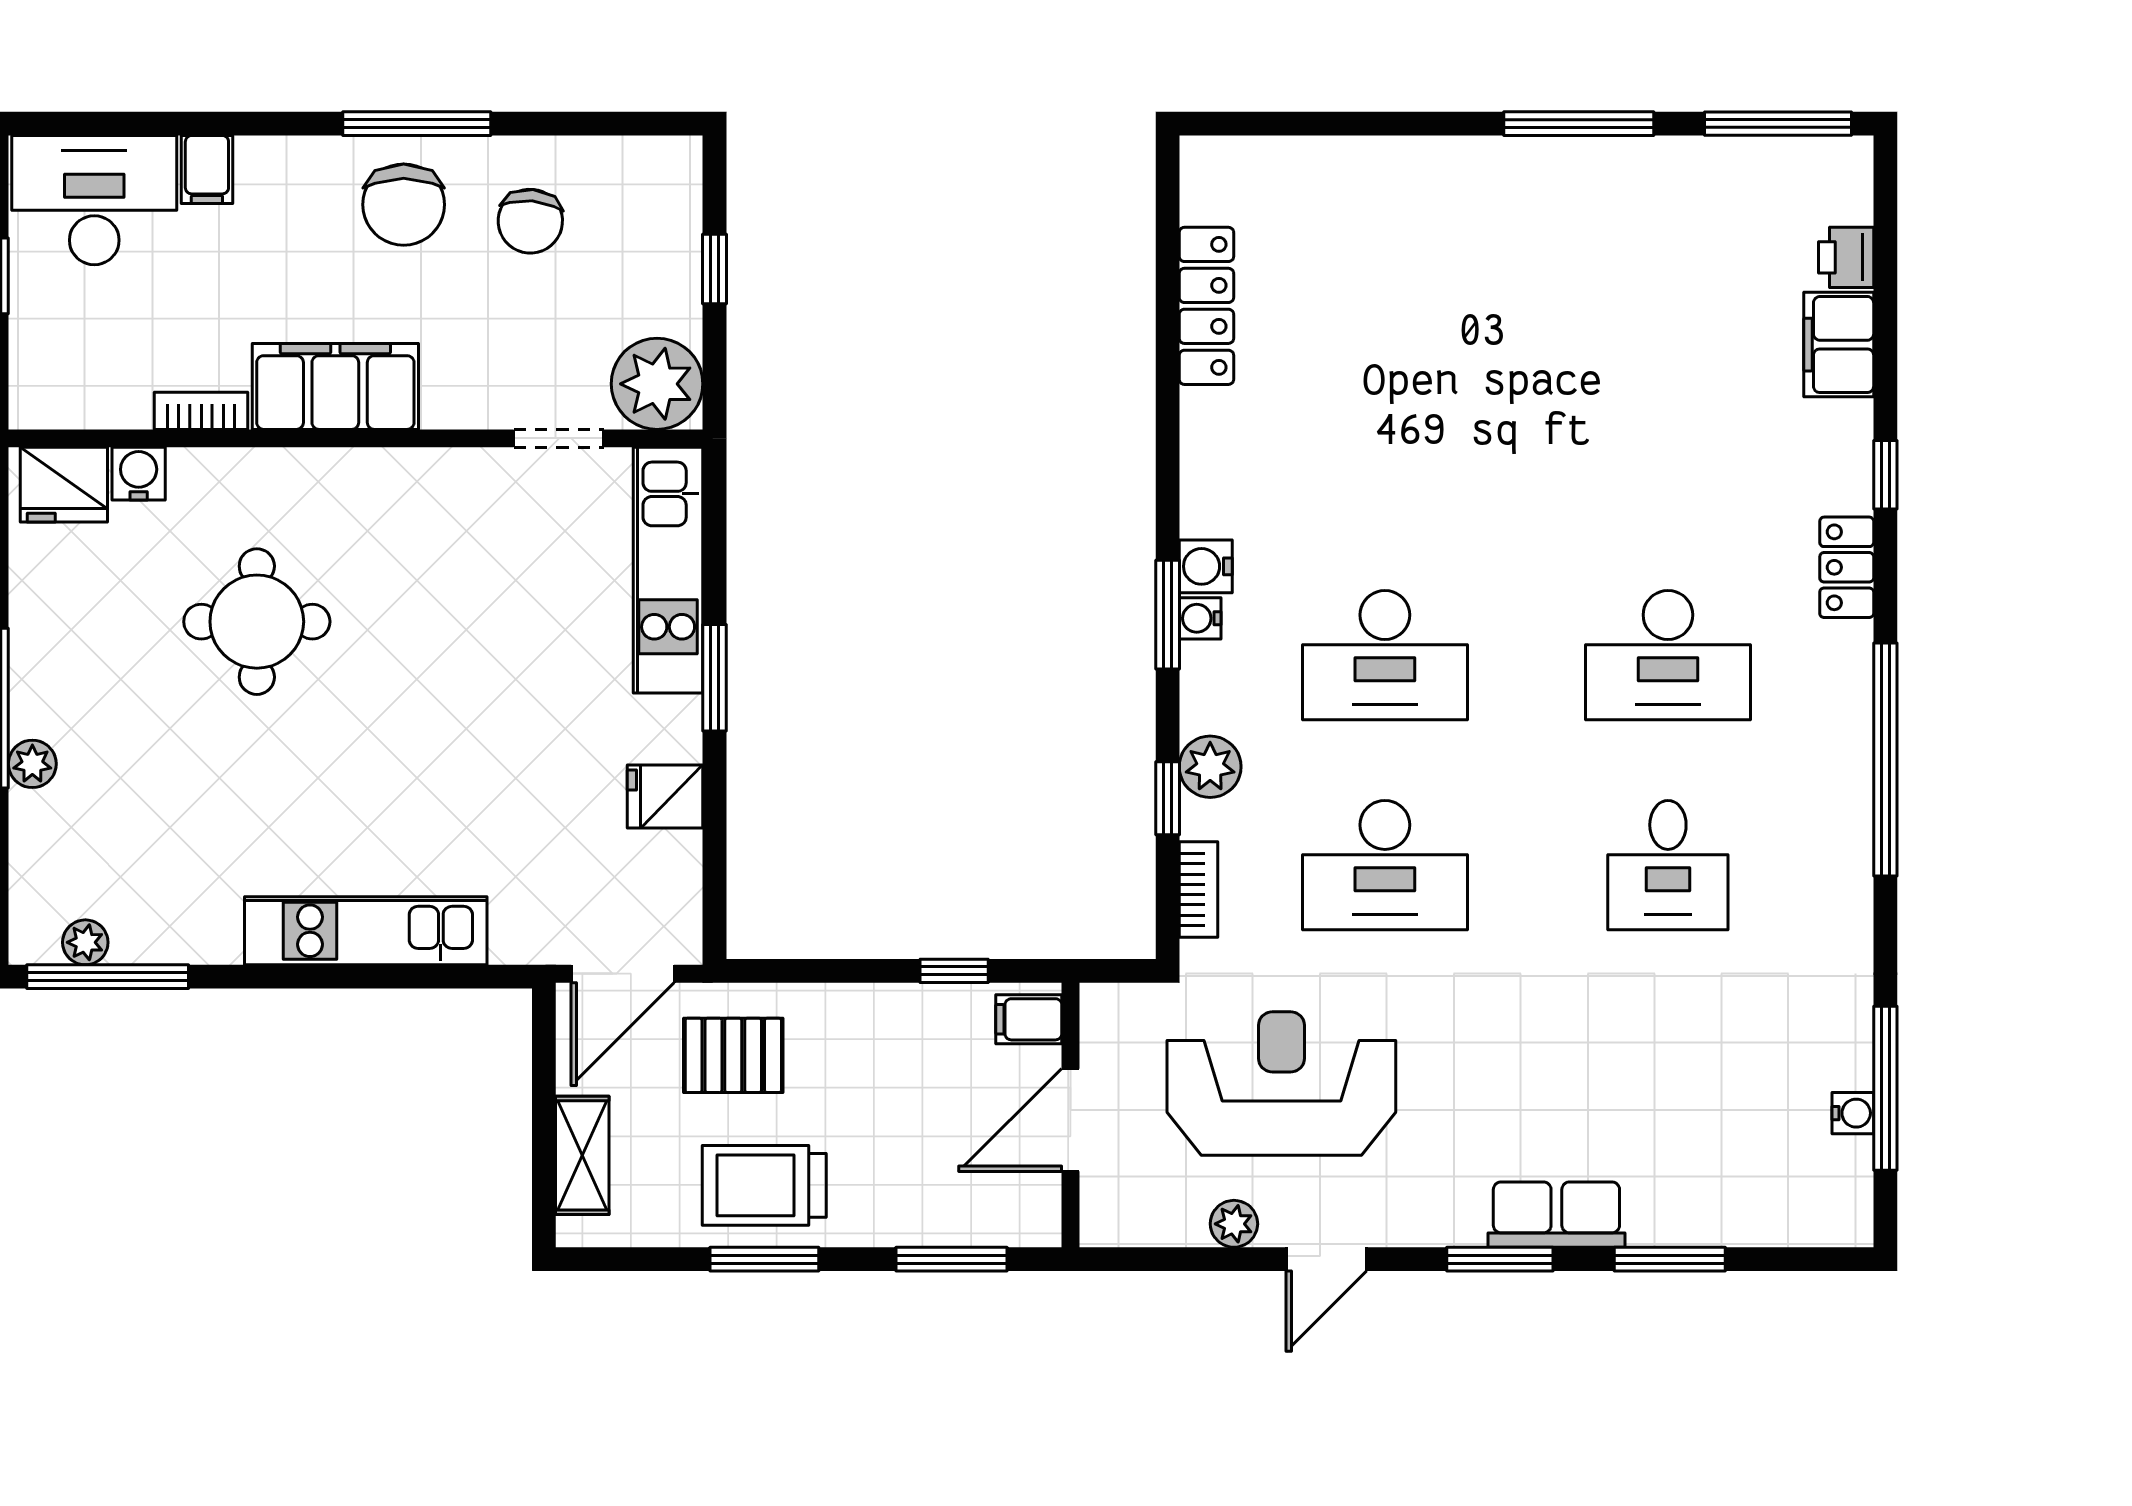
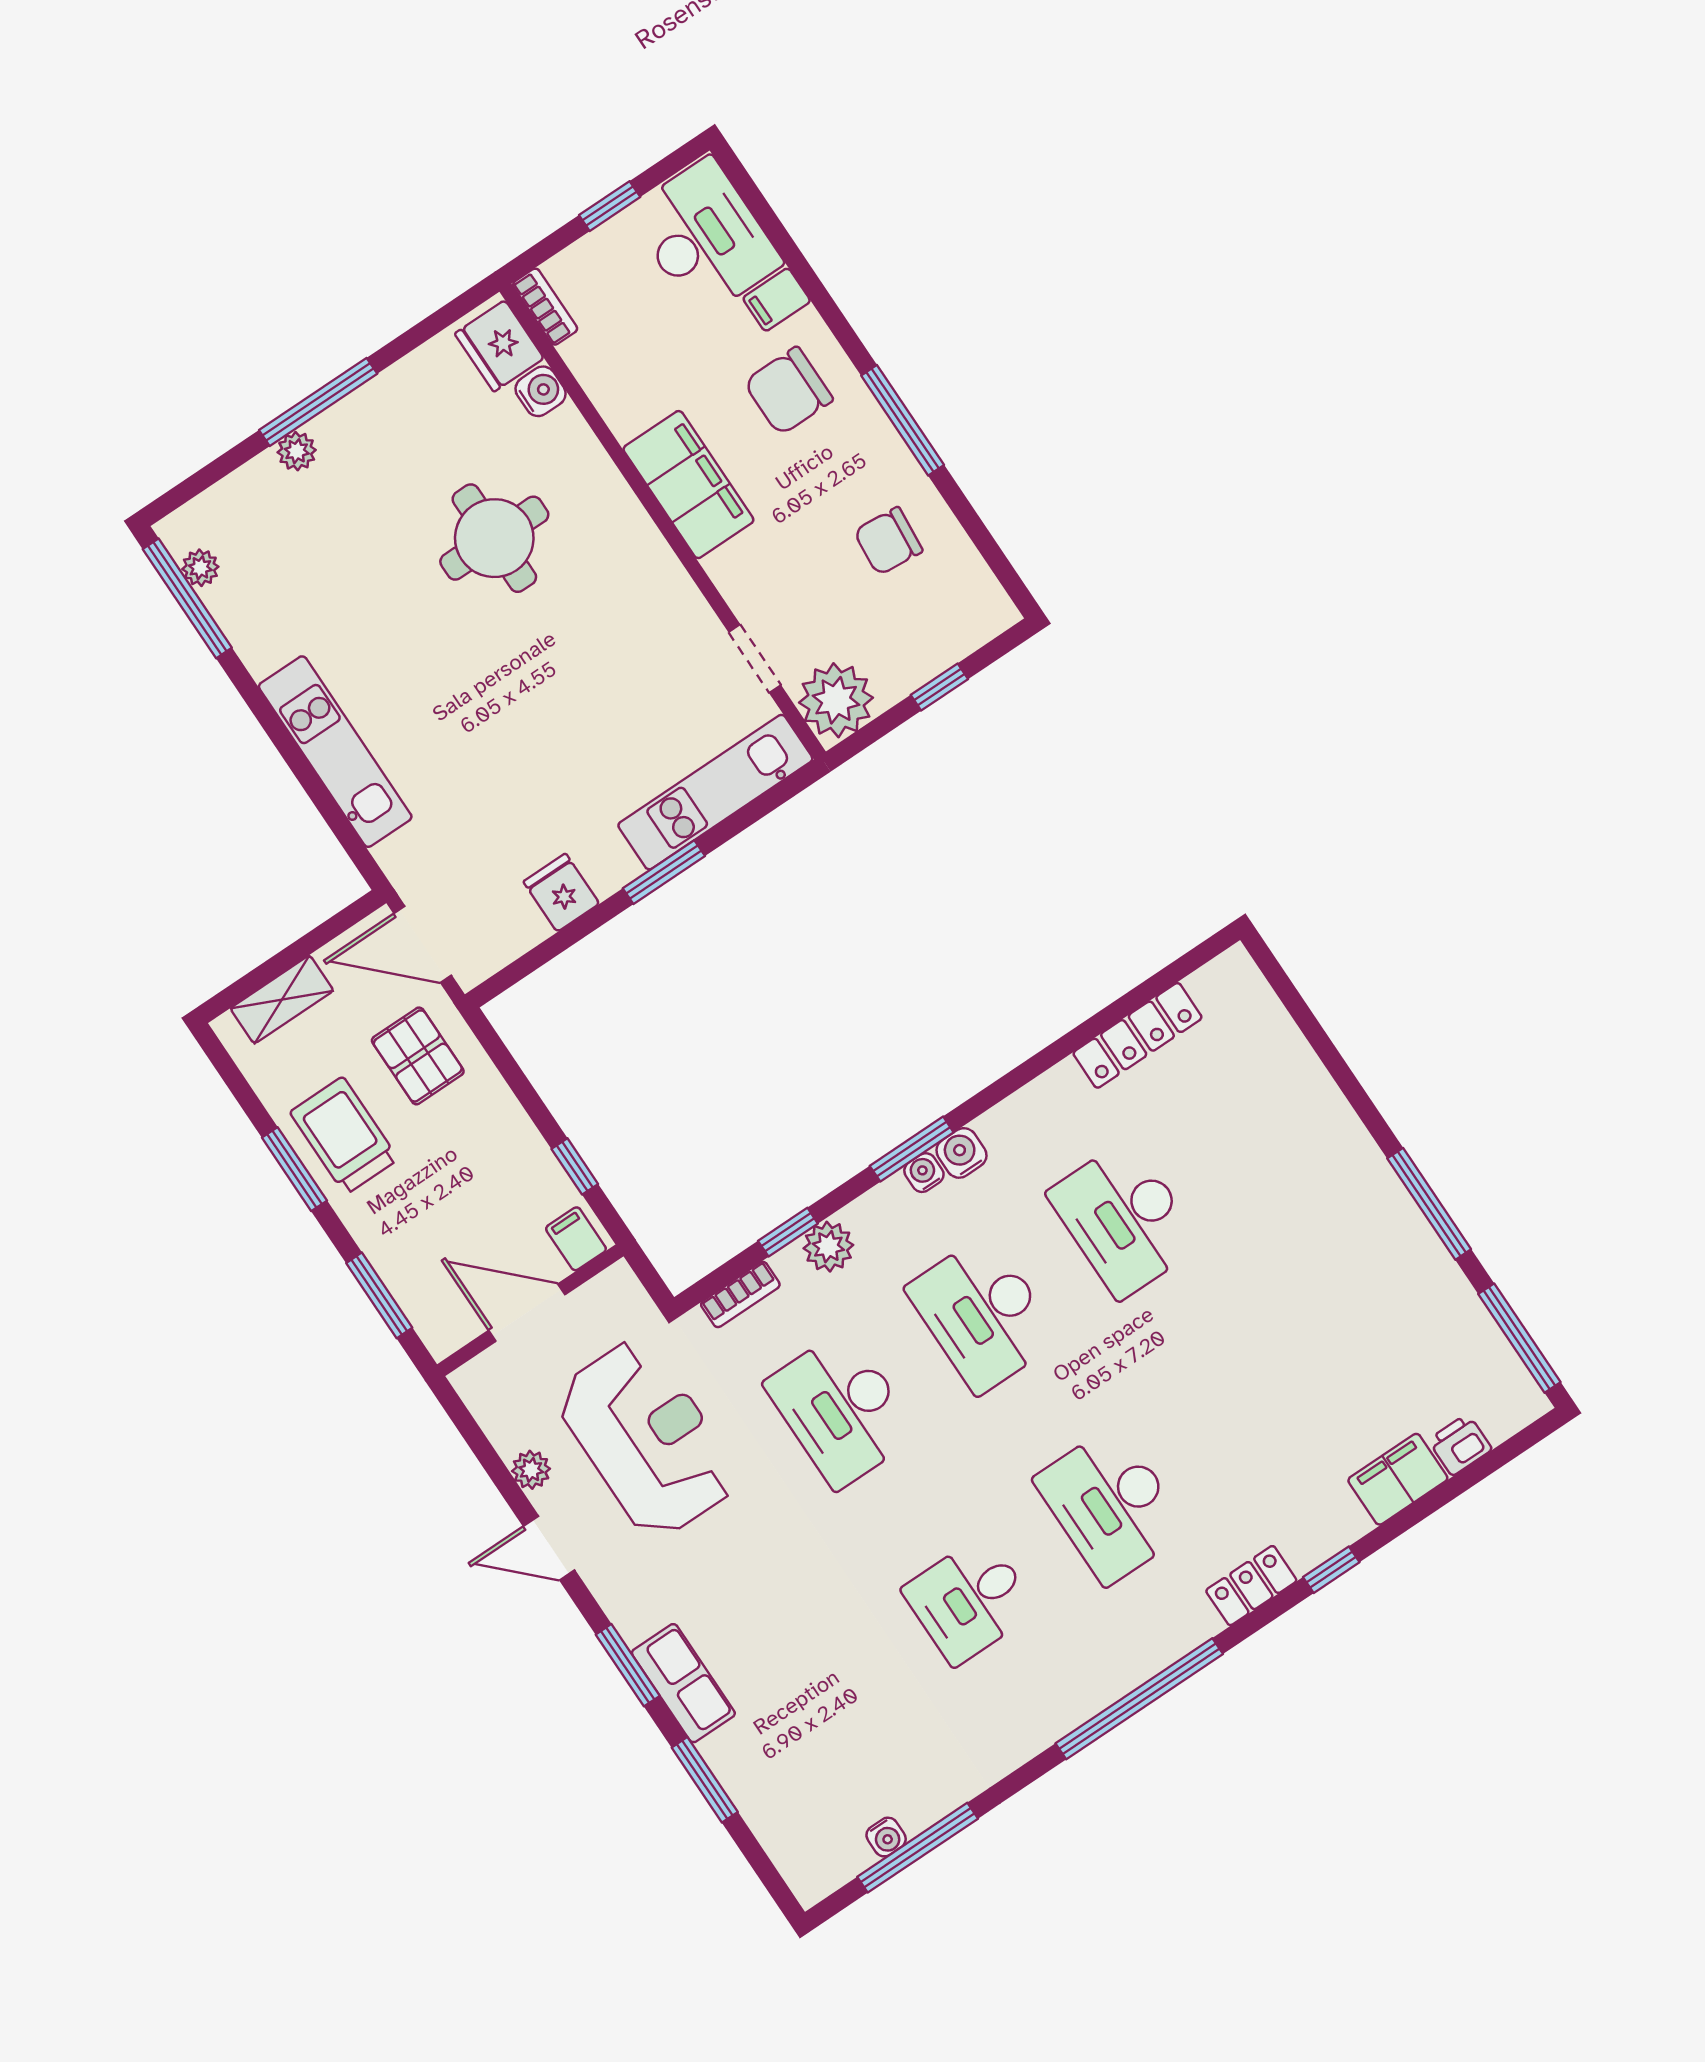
chair: (404, 205) -> (788, 391), moved
bookcase: (201, 411) -> (545, 307), moved
desk: (1385, 445) -> (1124, 1219), added

